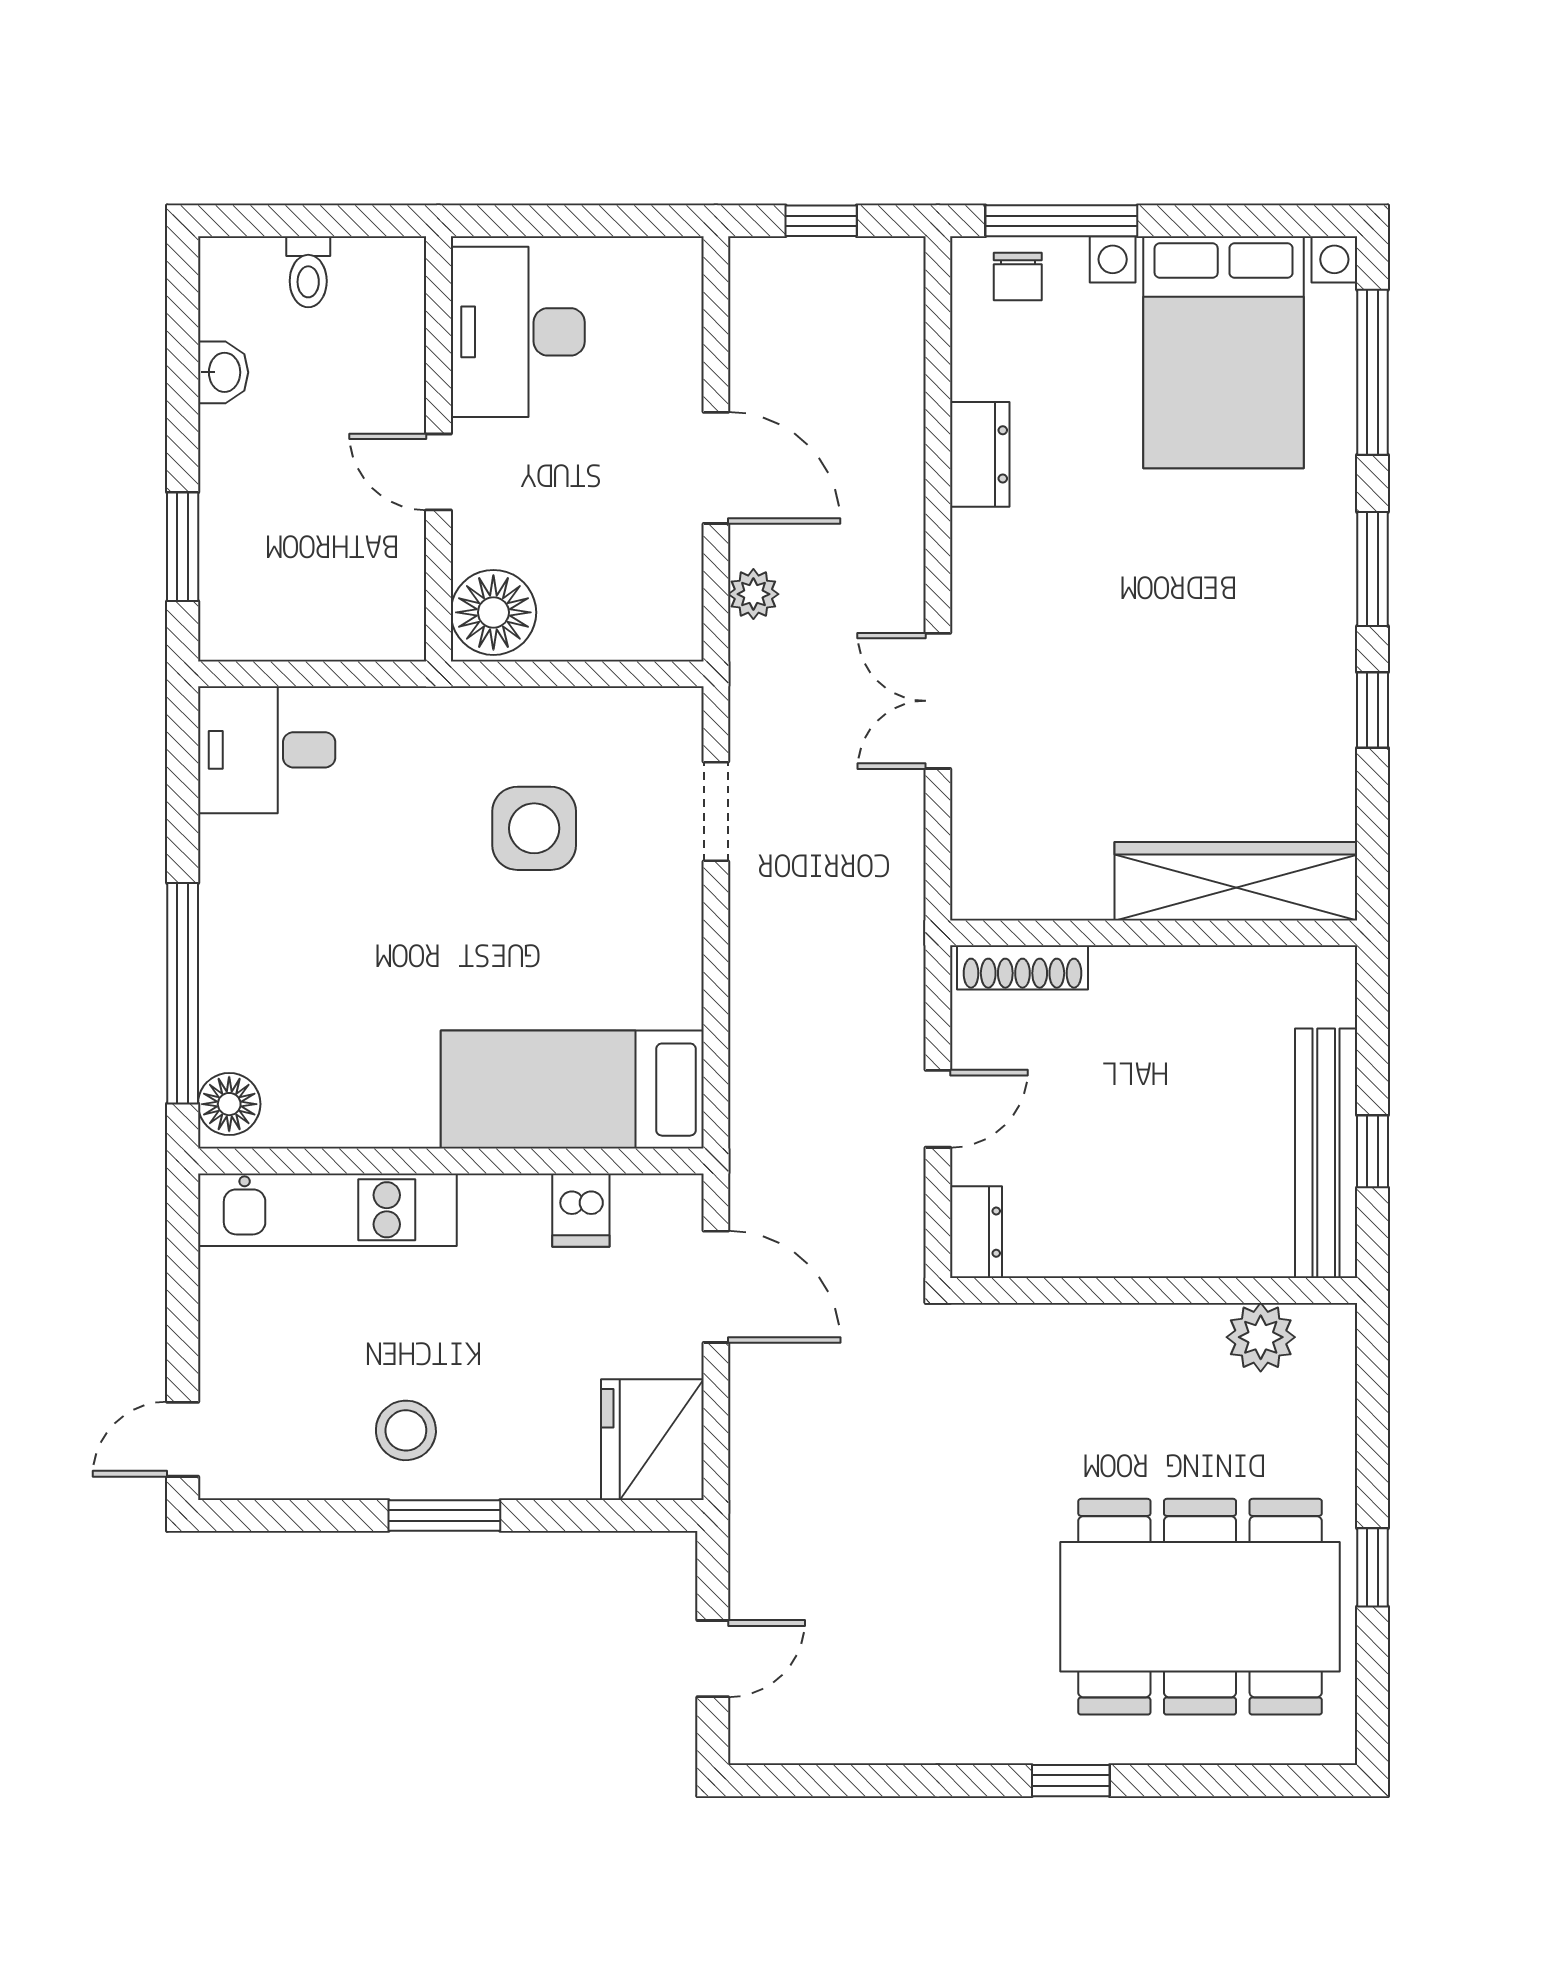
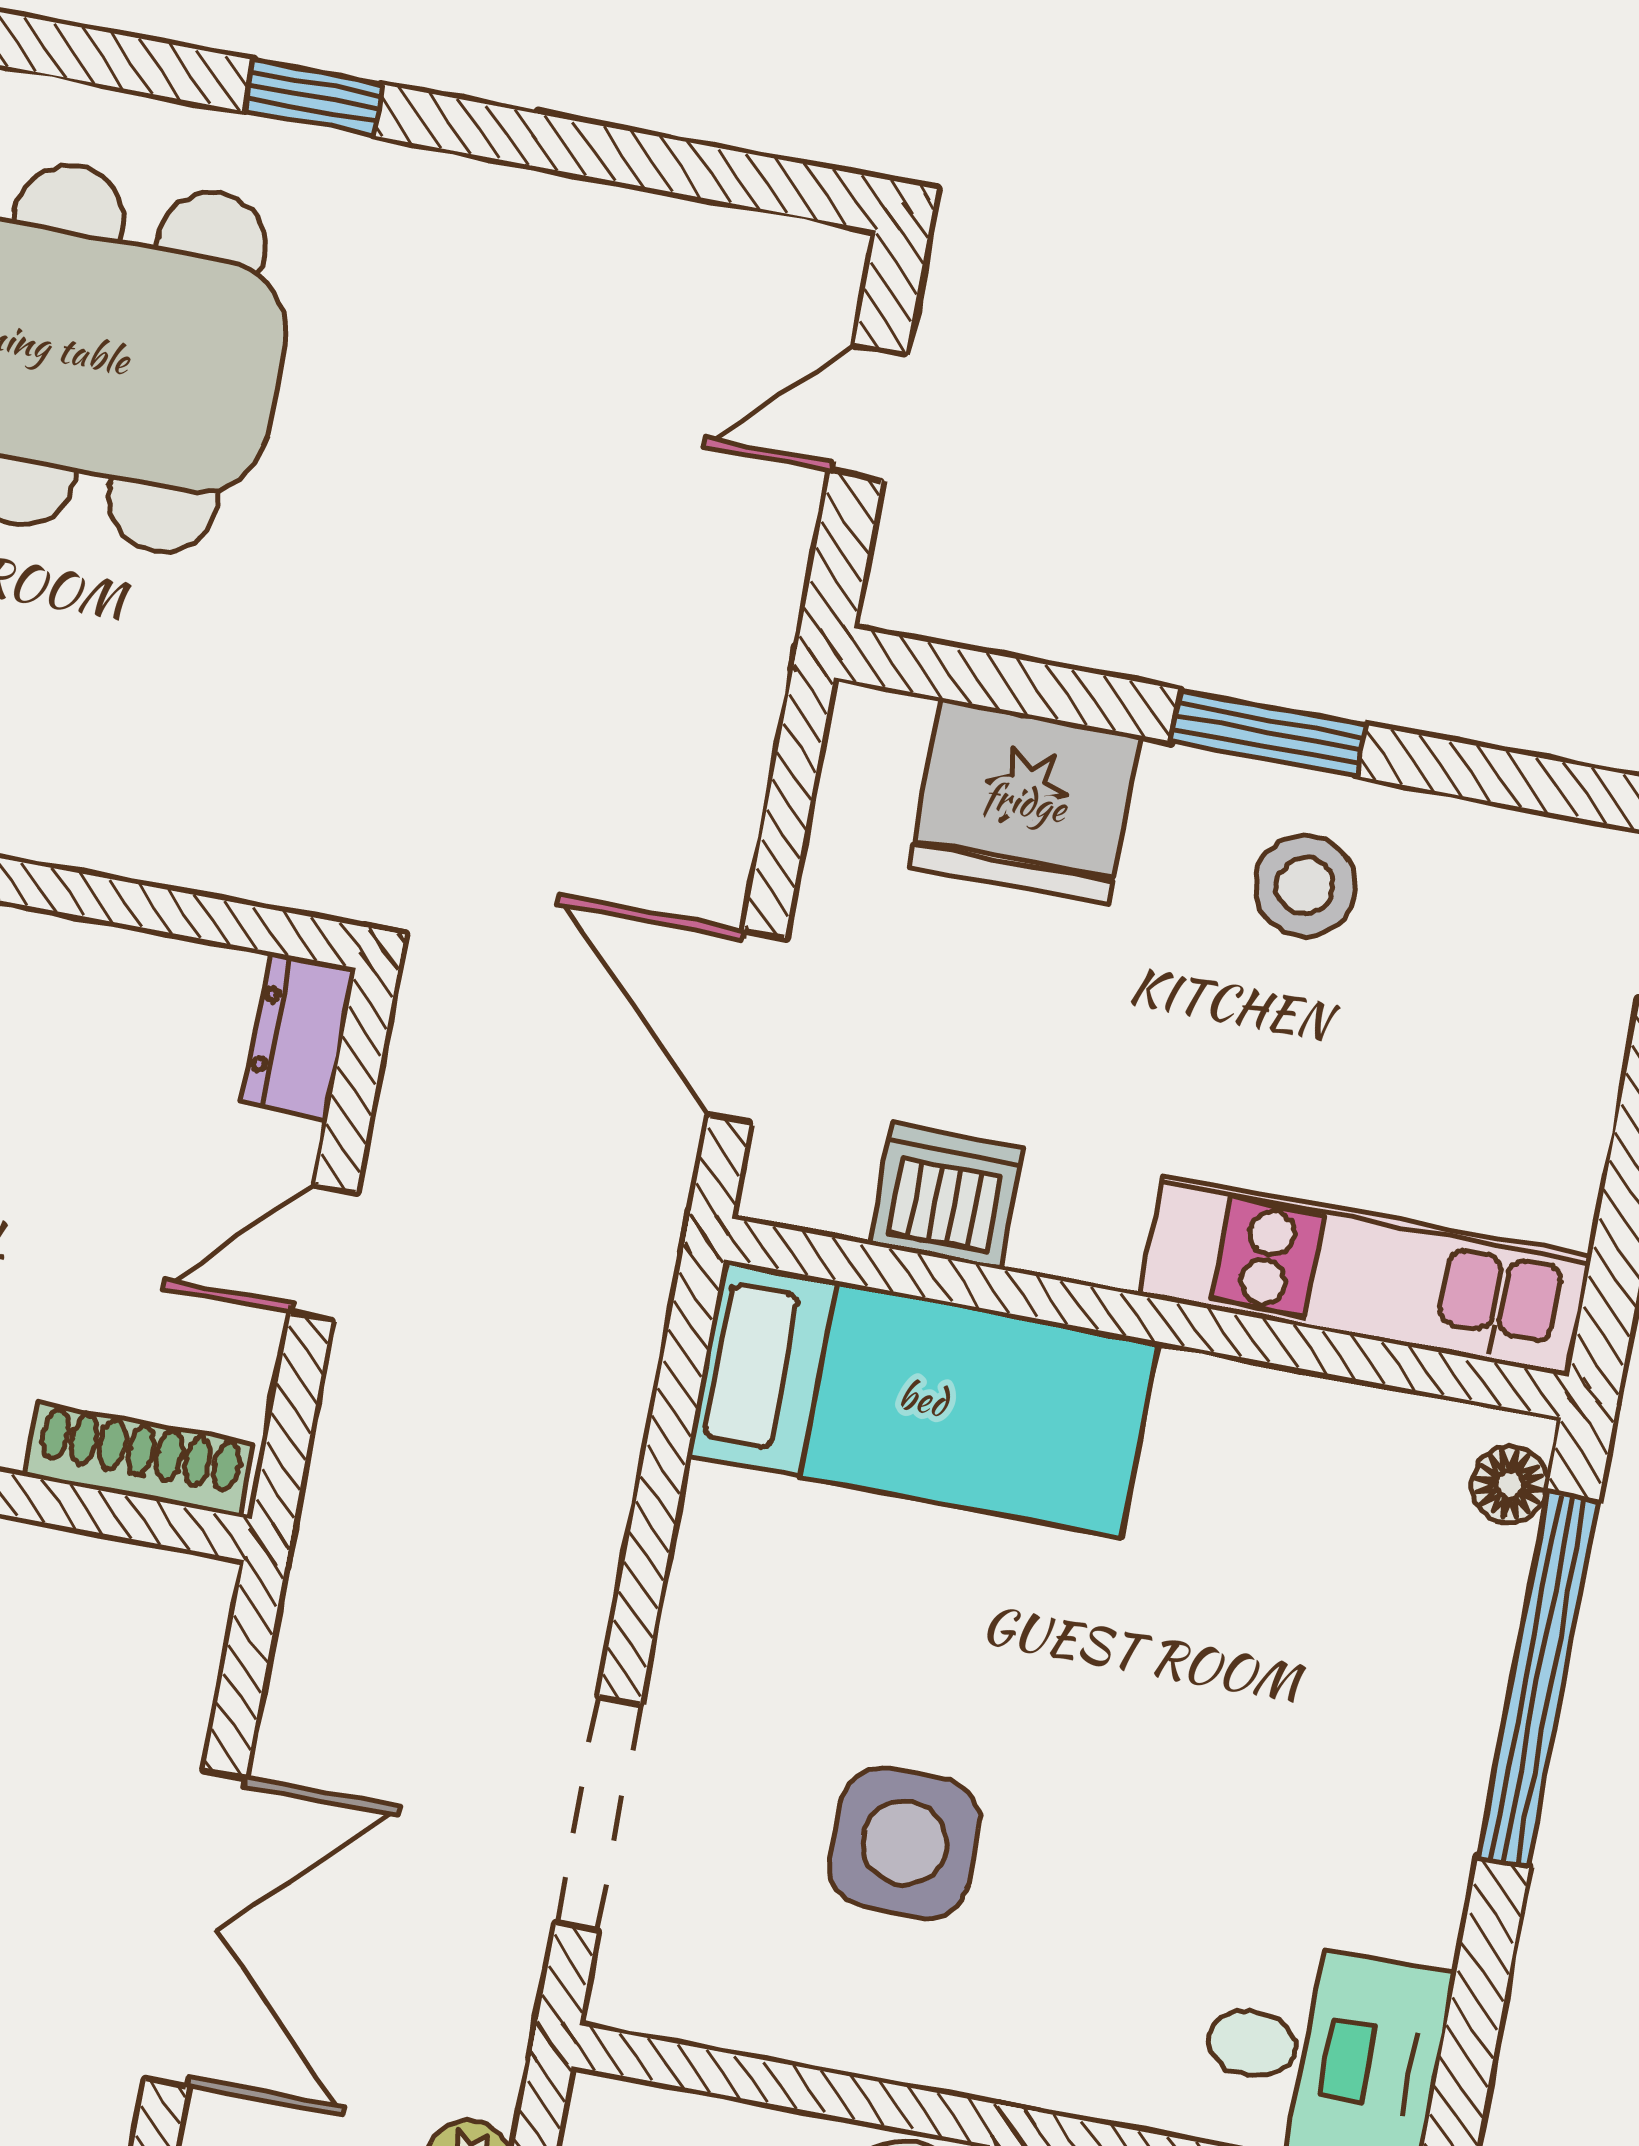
double door: (938, 701) -> (196, 1928), width x1.37
doorway: (716, 812) -> (598, 1814), width x1.38
floor lamp: (229, 1104) -> (1510, 1484), width x0.73, depth x0.73
dishwasher: (581, 1210) -> (946, 1196), width x1.38
fridge: (652, 1440) -> (1025, 801), moved, turned 90

